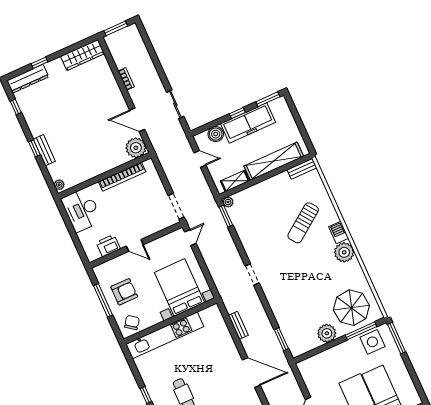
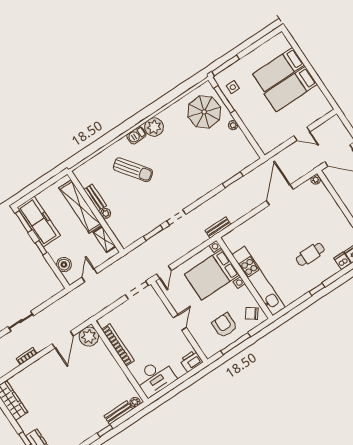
sliding door: (175, 104) -> (21, 321), moved
freezer: (248, 123) -> (39, 221), moved
bench: (44, 150) -> (118, 413), moved
bench: (302, 169) -> (95, 198), moved
plant: (228, 202) -> (106, 213), moved
window: (226, 216) -> (153, 233), moved
door: (190, 238) -> (164, 272), swing flipped
printer: (108, 246) -> (191, 361), moved, turned 90
doorway: (252, 274) -> (176, 217), moved
bench: (238, 325) -> (218, 228), moved
plant: (327, 333) -> (233, 125), width x0.53, depth x0.53
window: (281, 339) -> (233, 180), moved
side table: (372, 342) -> (233, 87), width x0.54, depth x0.54

